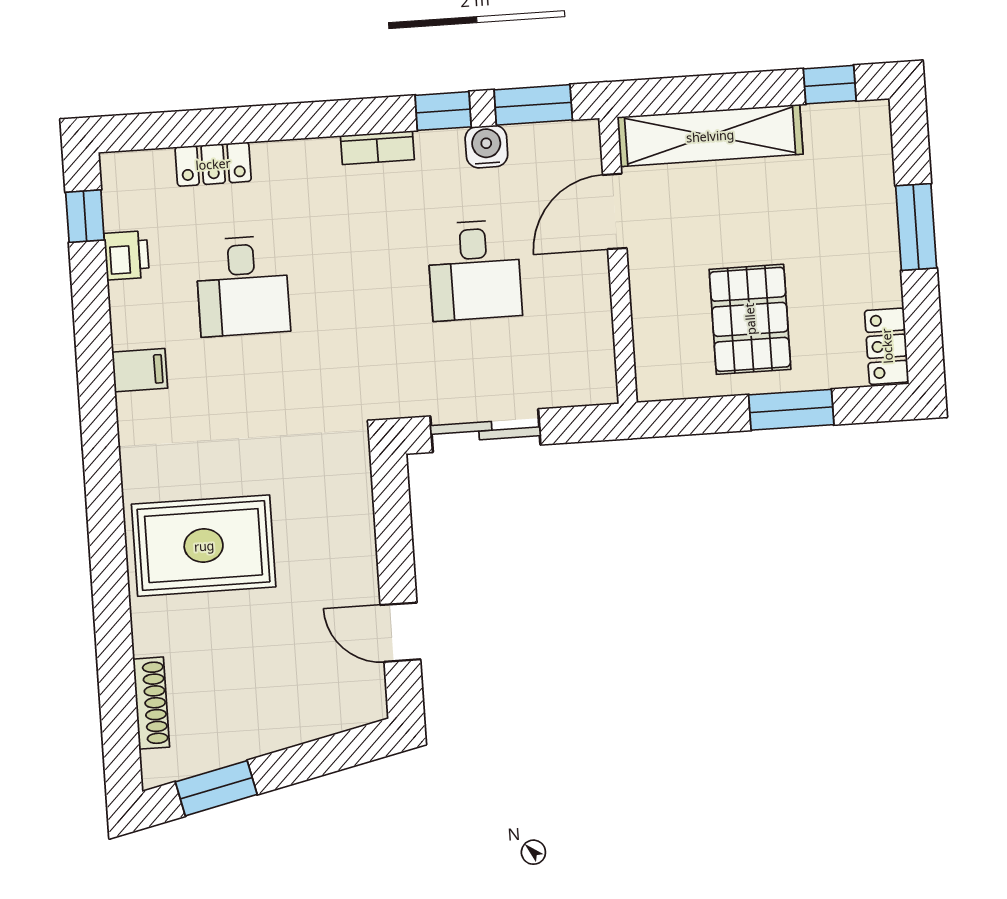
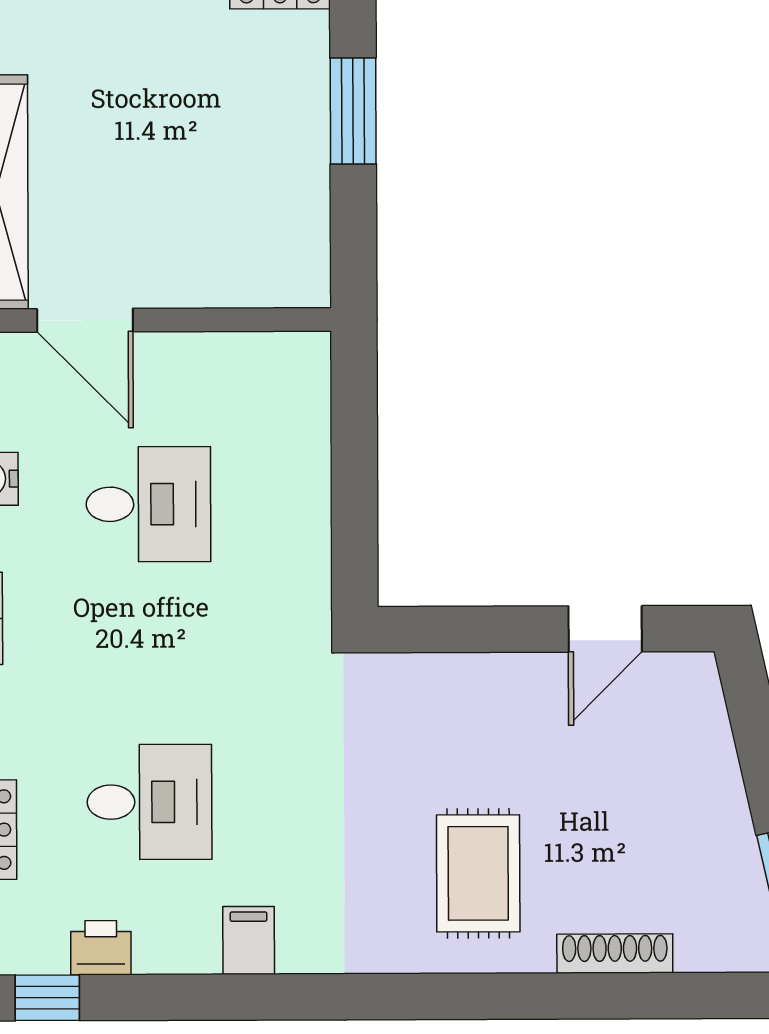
pallet: (750, 319) -> (234, 156), removed
sliding door: (485, 431) -> (354, 504), removed
rug: (204, 546) -> (478, 873), width x0.73, depth x0.70
shoe rack: (151, 703) -> (615, 954), moved

